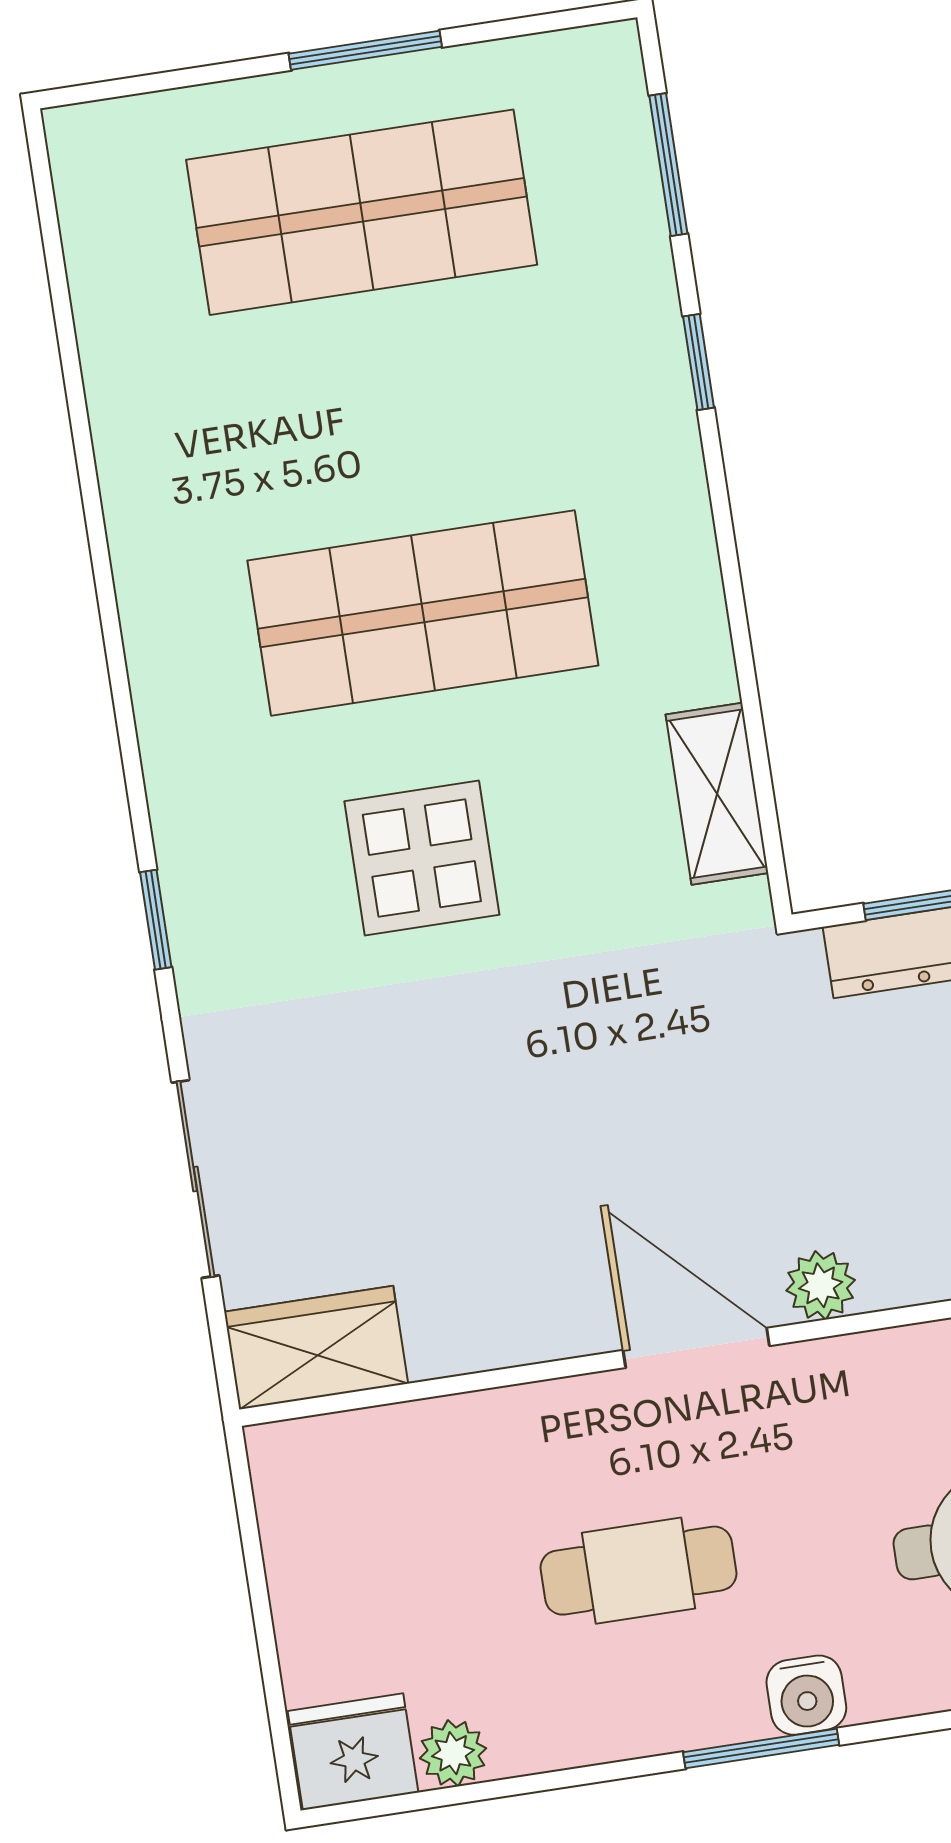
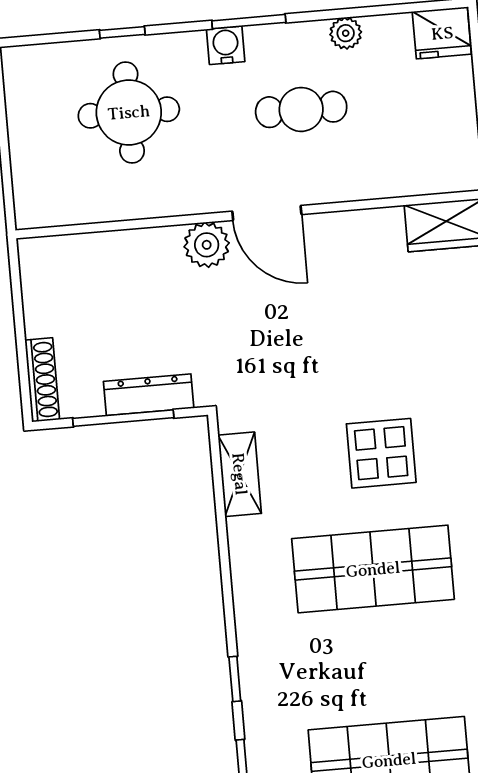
plant: (821, 1285) -> (207, 245), width x1.38, depth x1.38
plant: (453, 1753) -> (346, 33), moved

